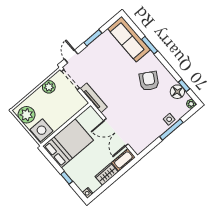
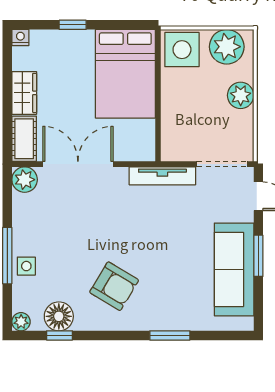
sofa: (129, 39) -> (234, 269), moved, turned -90
plant: (49, 87) -> (241, 95), moved
plant: (138, 147) -> (25, 180), added

